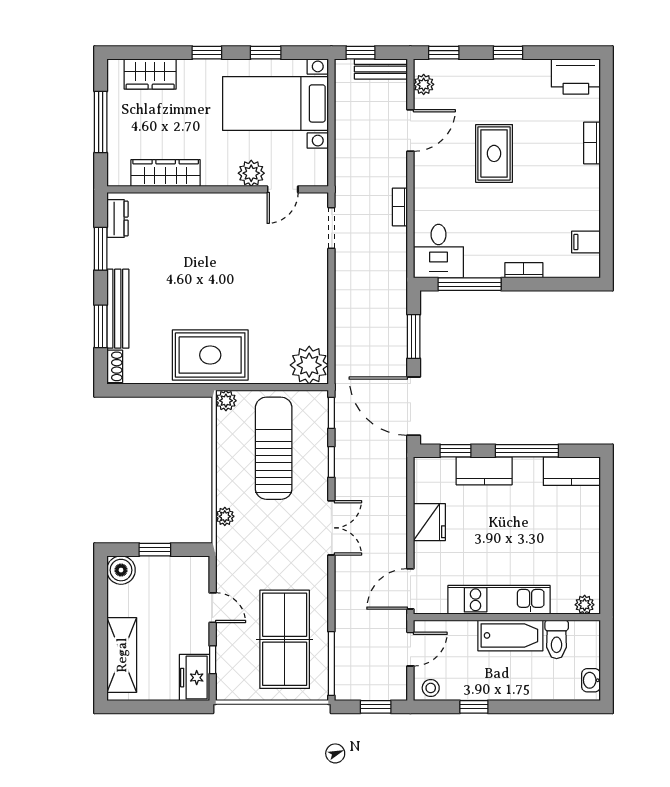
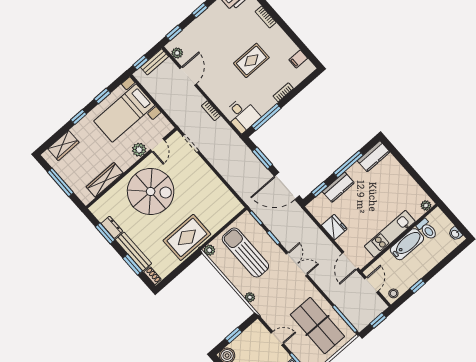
rug: (494, 153) -> (251, 60), moved, turned 90
dresser: (117, 219) -> (112, 227), moved
spiral stairs: (216, 246) -> (151, 192), added
plant: (309, 365) -> (230, 206), removed

